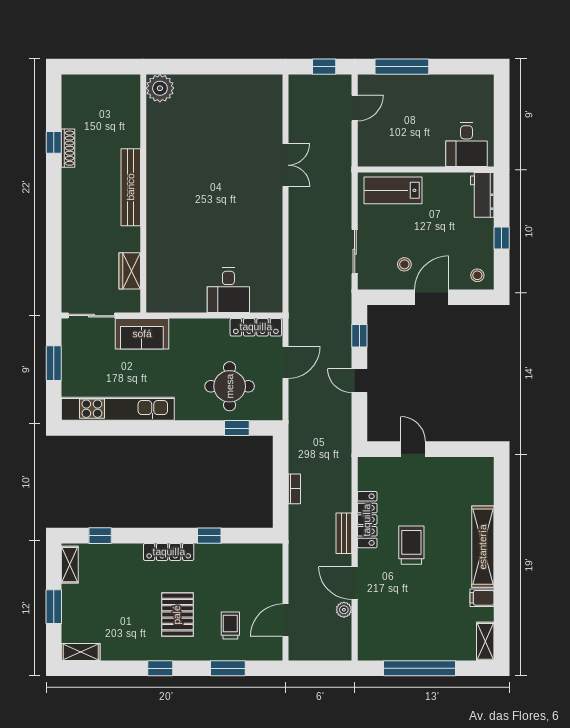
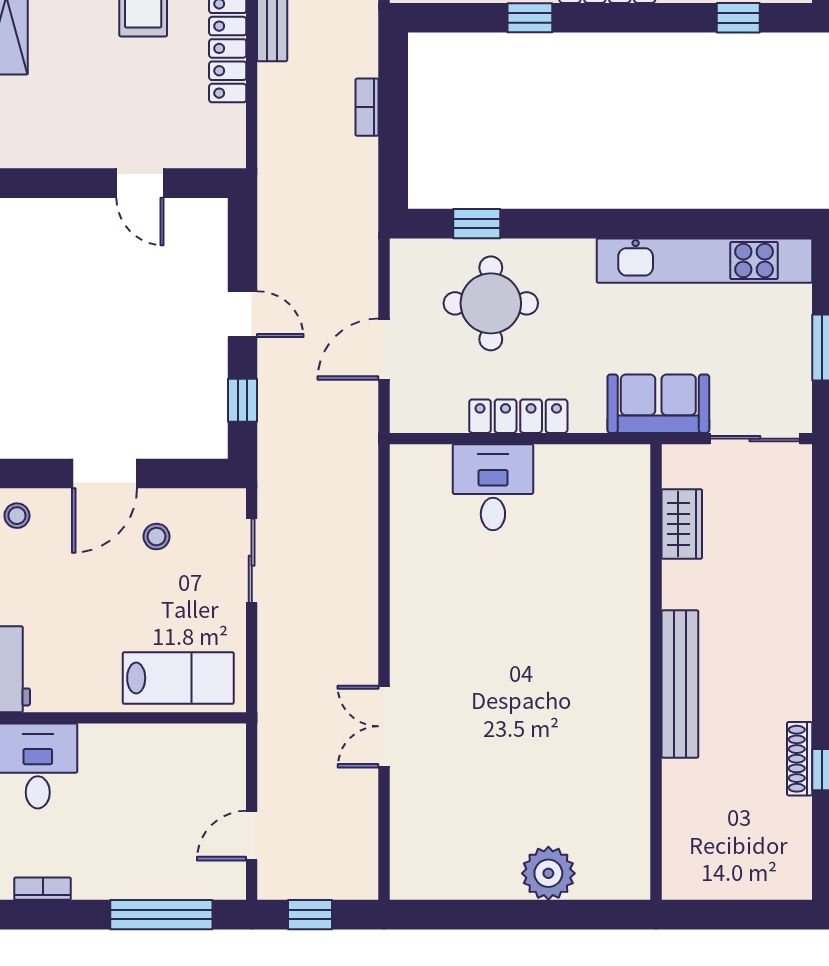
bookcase: (464, 80) -> (43, 889), added
plant: (160, 88) -> (548, 873), moved
locker: (256, 327) -> (518, 416), moved

